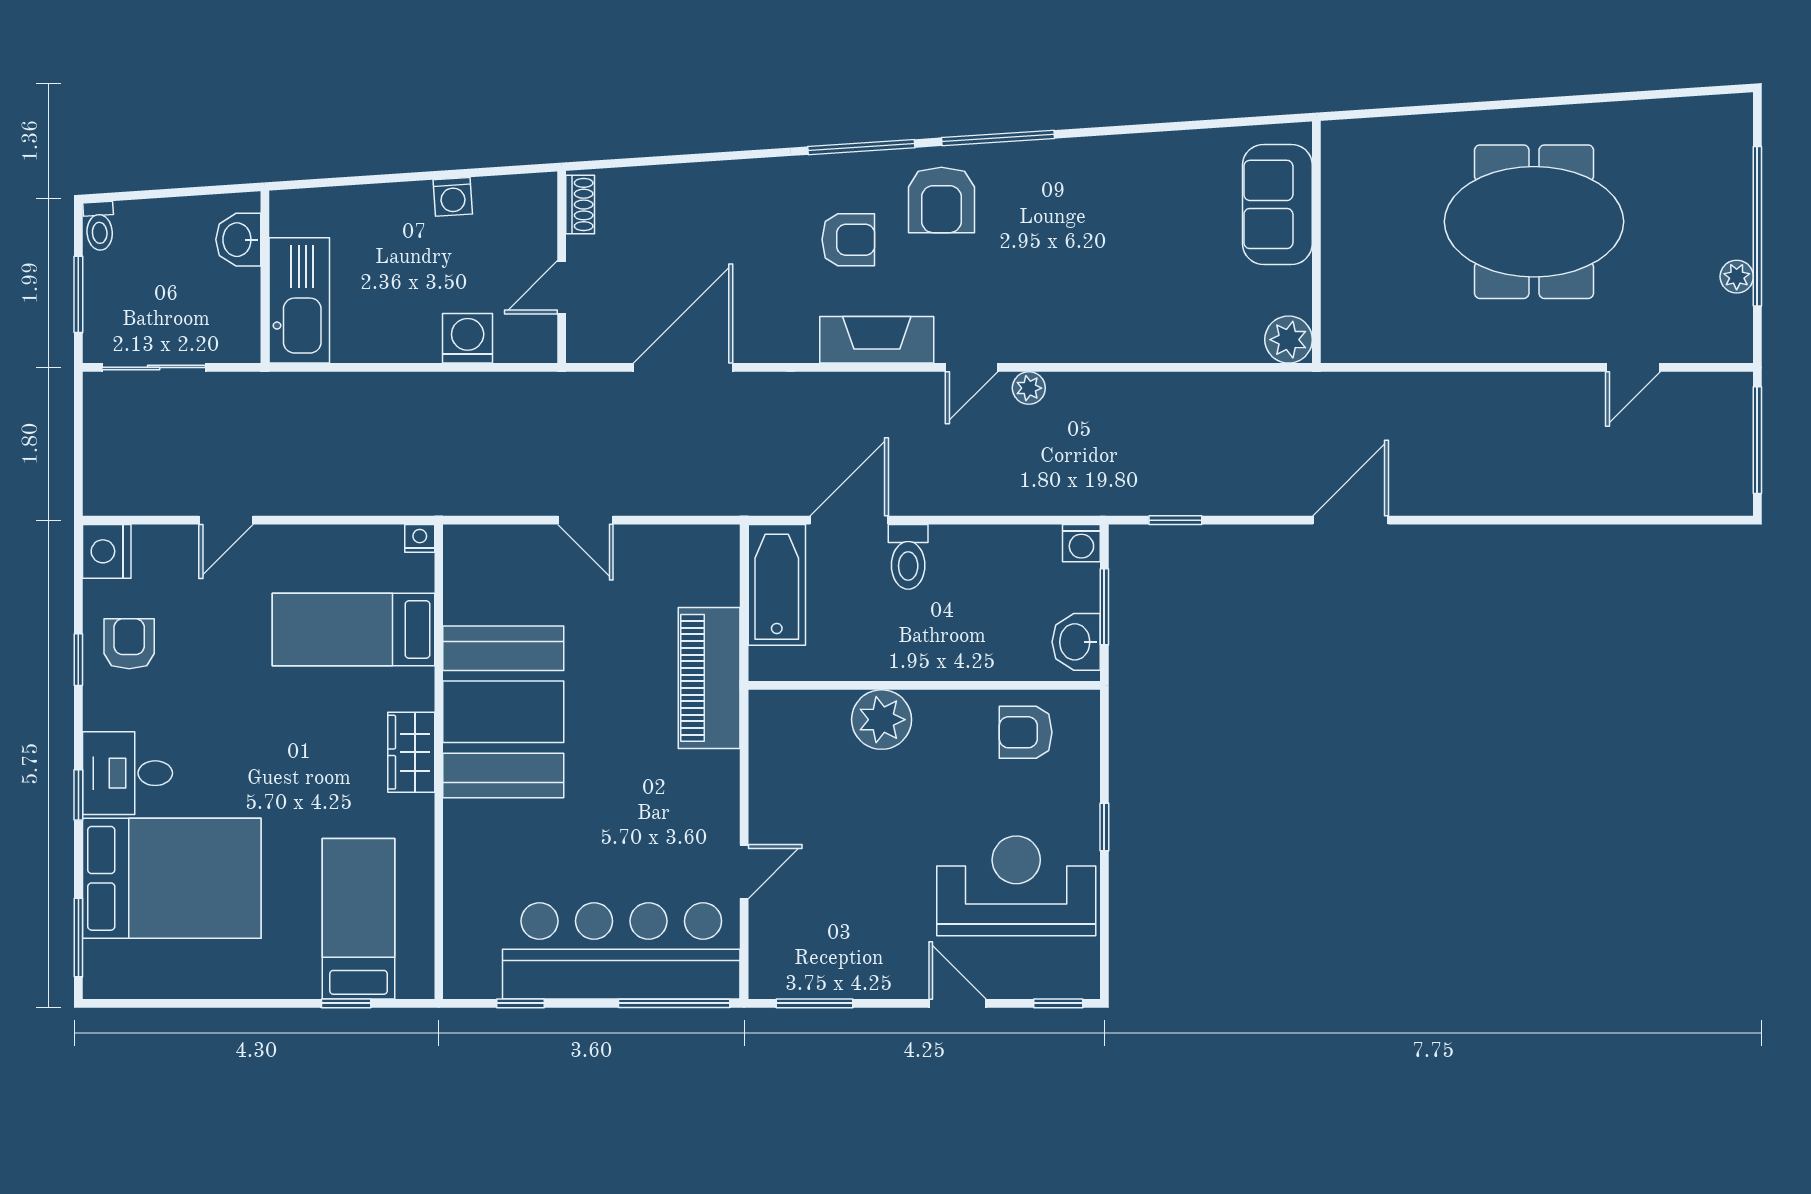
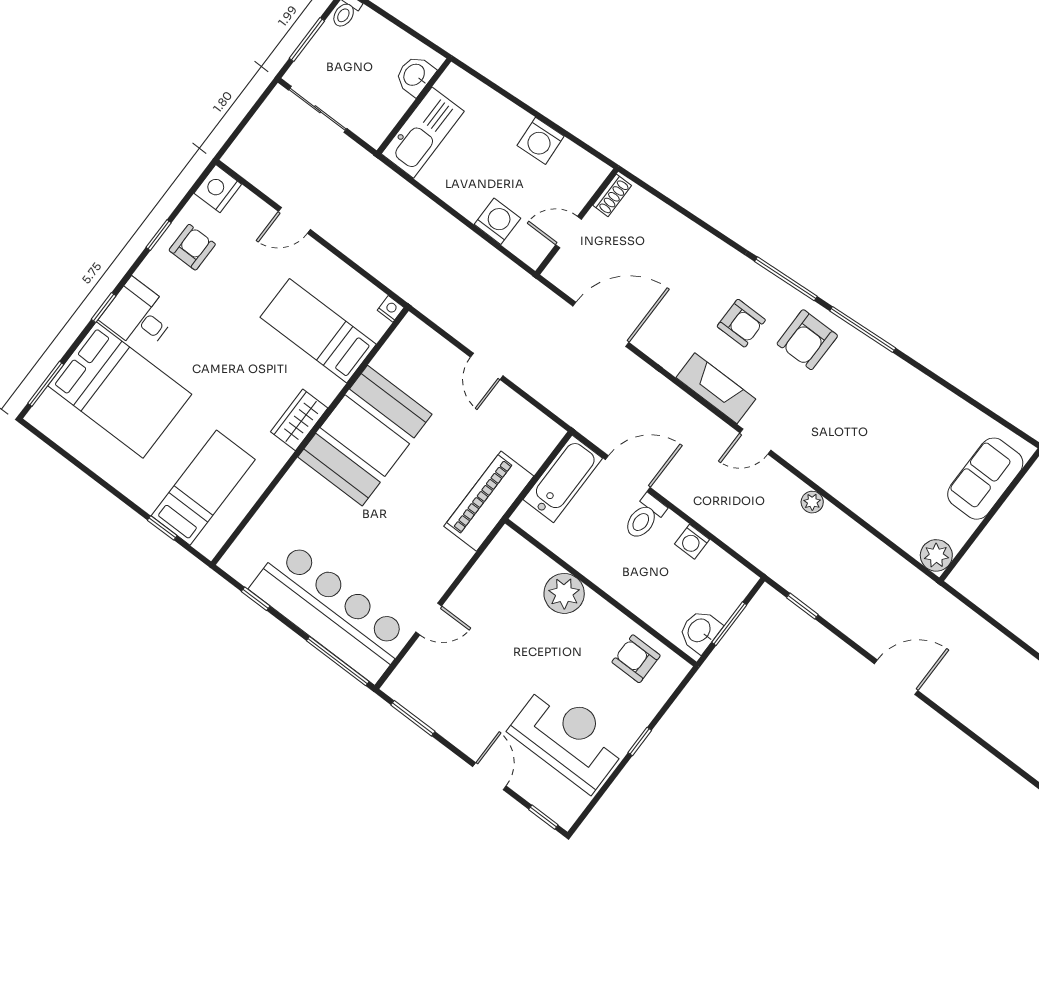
washing machine: (453, 197) -> (541, 141), width x1.38, depth x1.38
plant: (1029, 388) -> (812, 502), moved
washing machine: (1081, 543) -> (692, 542), moved

